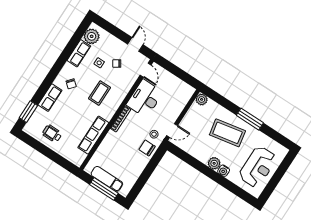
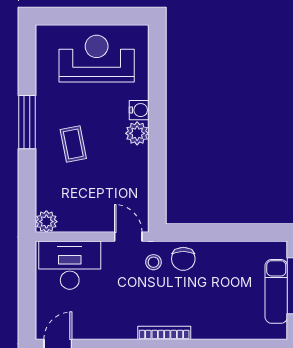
desk: (145, 98) -> (70, 265), moved, turned 180
coffee table: (227, 133) -> (73, 144), width x0.54, depth x0.58

